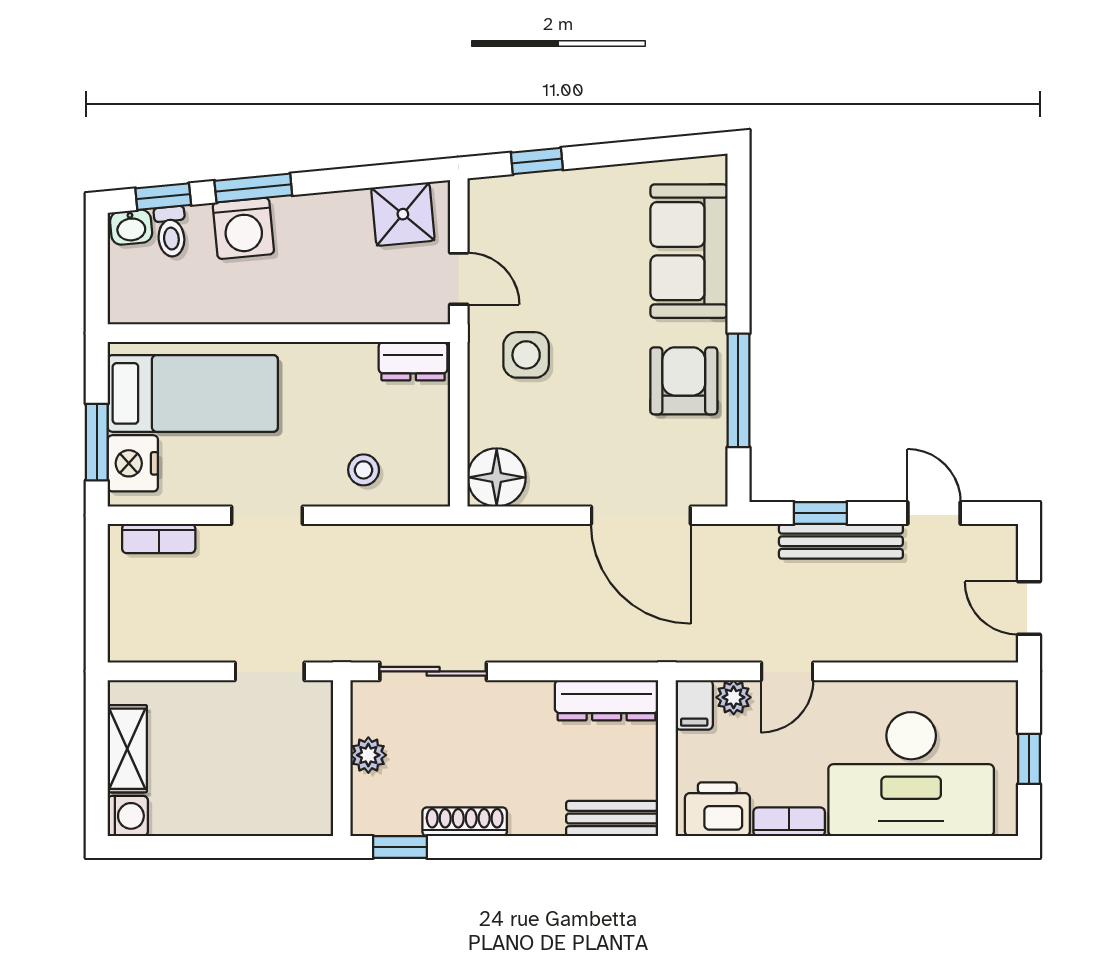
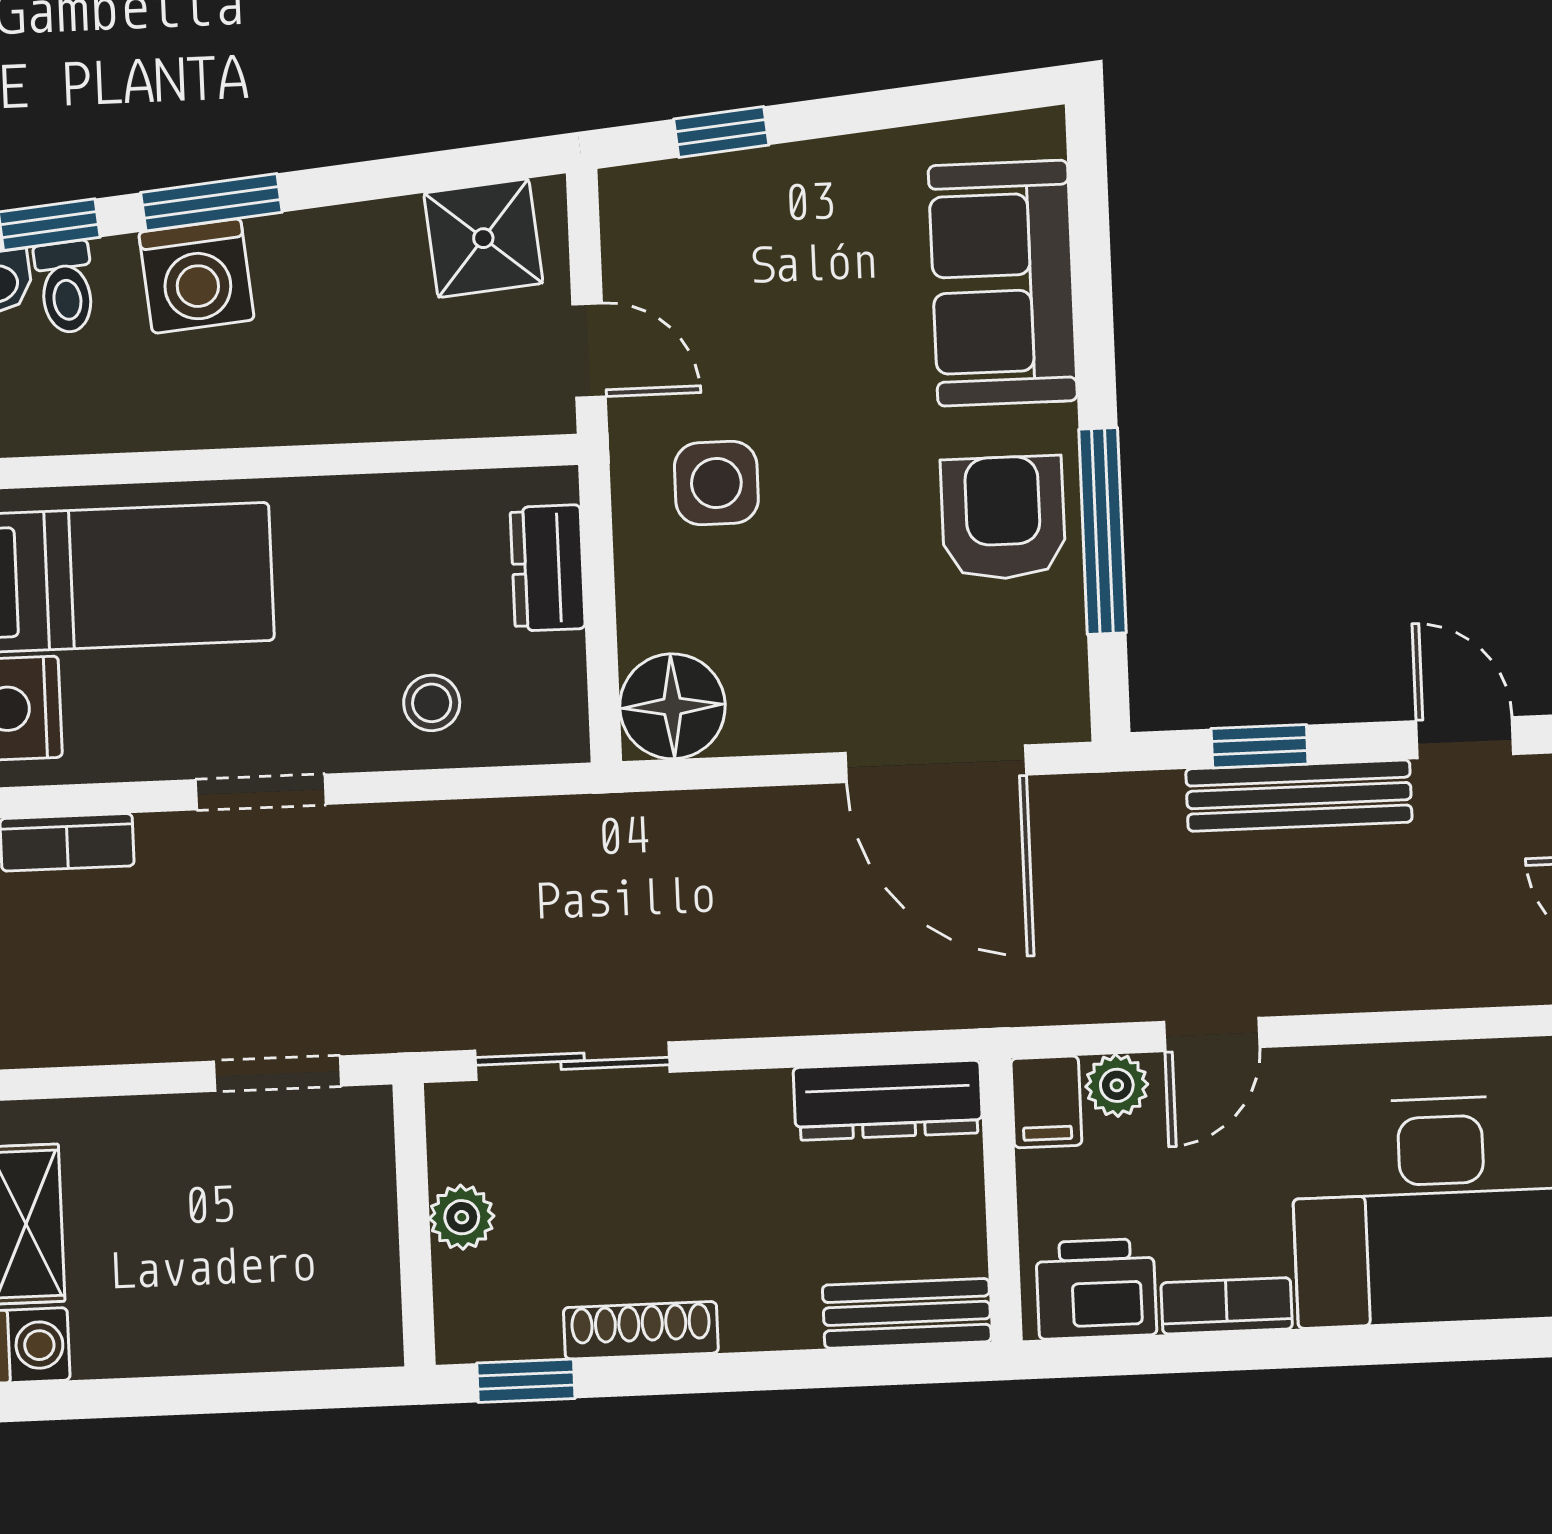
dresser: (413, 361) -> (548, 568), moved, turned 90

